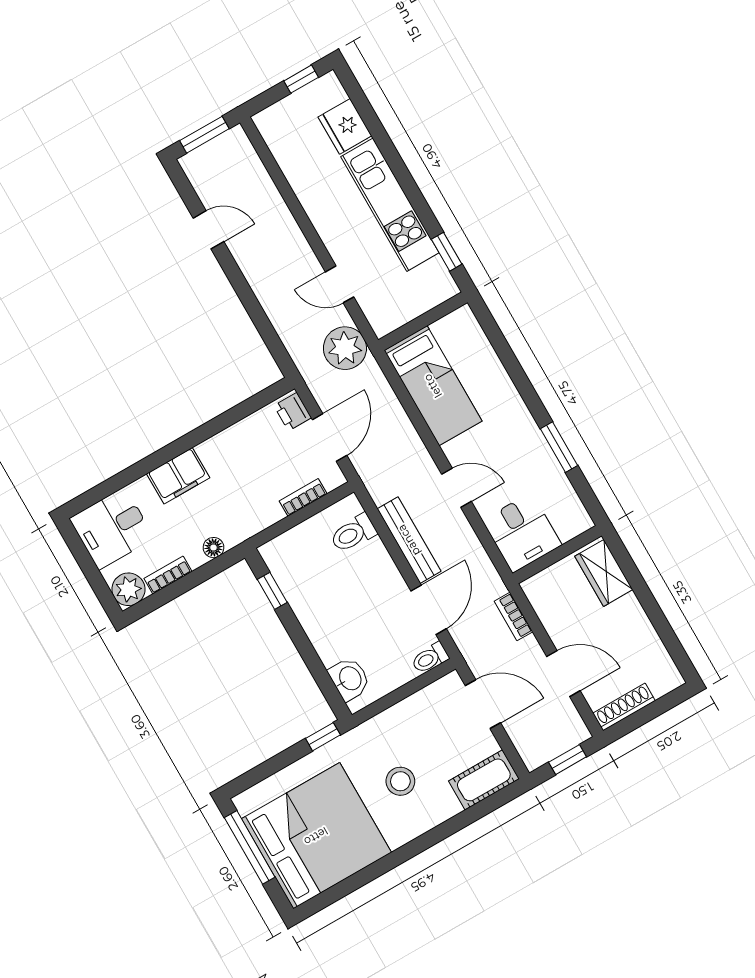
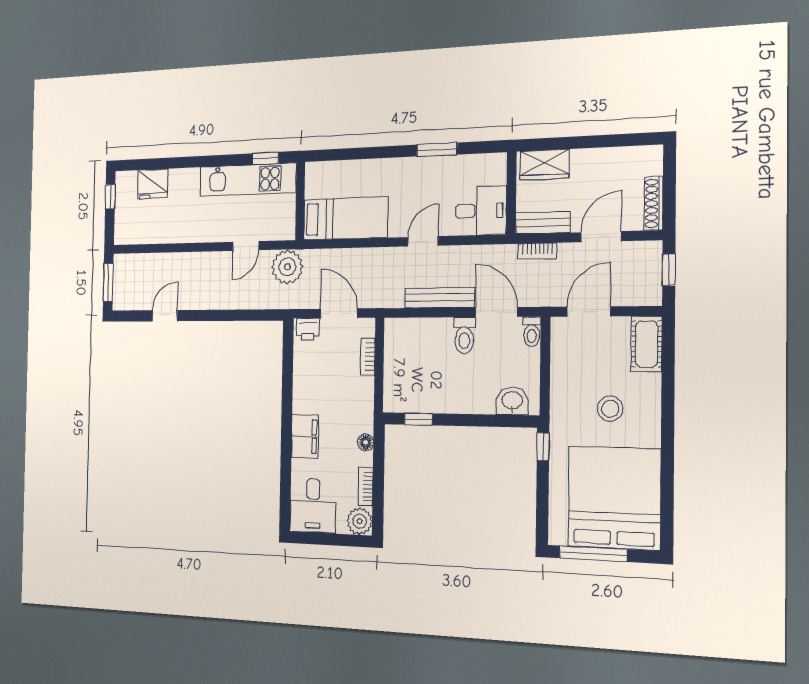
kitchen unit: (390, 205) -> (248, 180), moved
toilet: (353, 533) -> (464, 336), moved
bench: (545, 605) -> (543, 223), added

